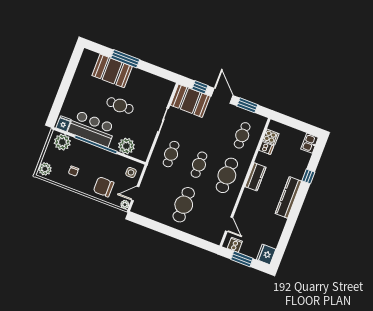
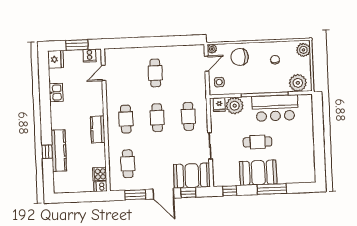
booth: (112, 71) -> (258, 173), moved
window: (163, 73) -> (230, 191), added
fridge: (64, 124) -> (219, 105), moved
kitchen sink: (310, 143) -> (56, 93), moved
dishwasher: (266, 148) -> (100, 186), moved
cafe table: (227, 175) -> (126, 119), width x0.73, depth x0.74
chair: (104, 187) -> (240, 57), turned 180
kitchen counter: (288, 197) -> (59, 151), moved
cafe table: (184, 205) -> (155, 73), width x0.73, depth x0.74
door: (229, 224) -> (104, 73), hinge flipped

